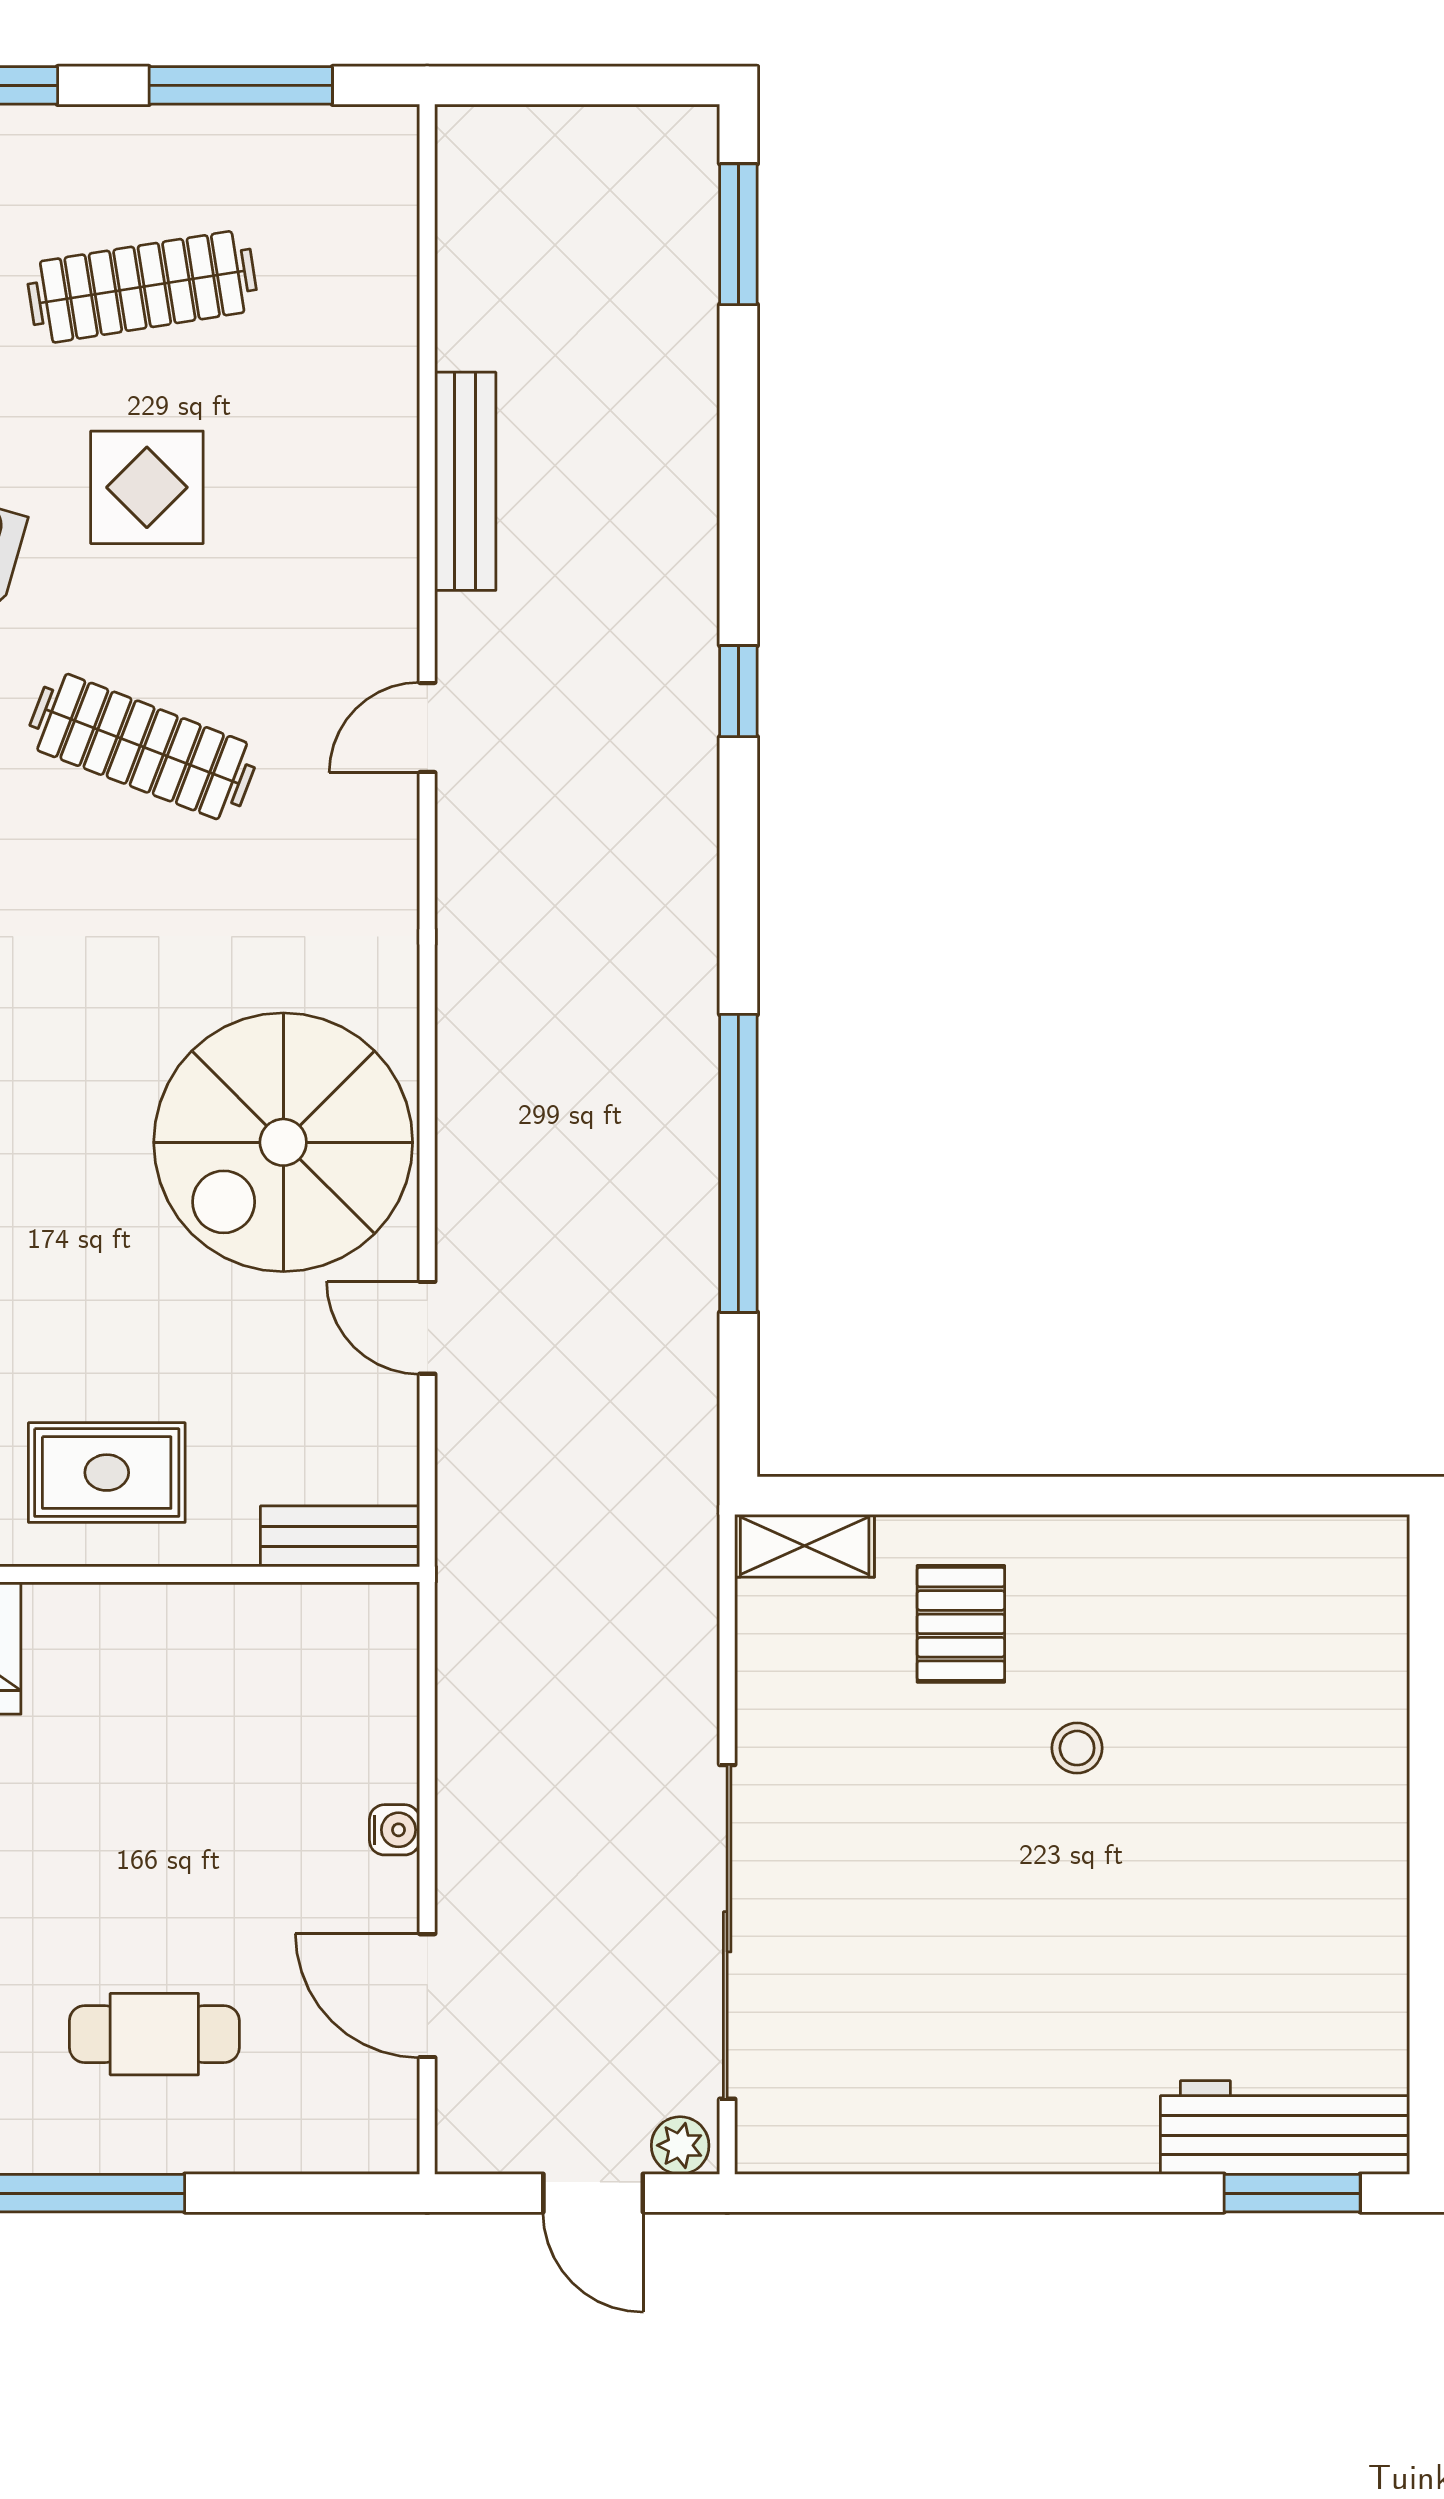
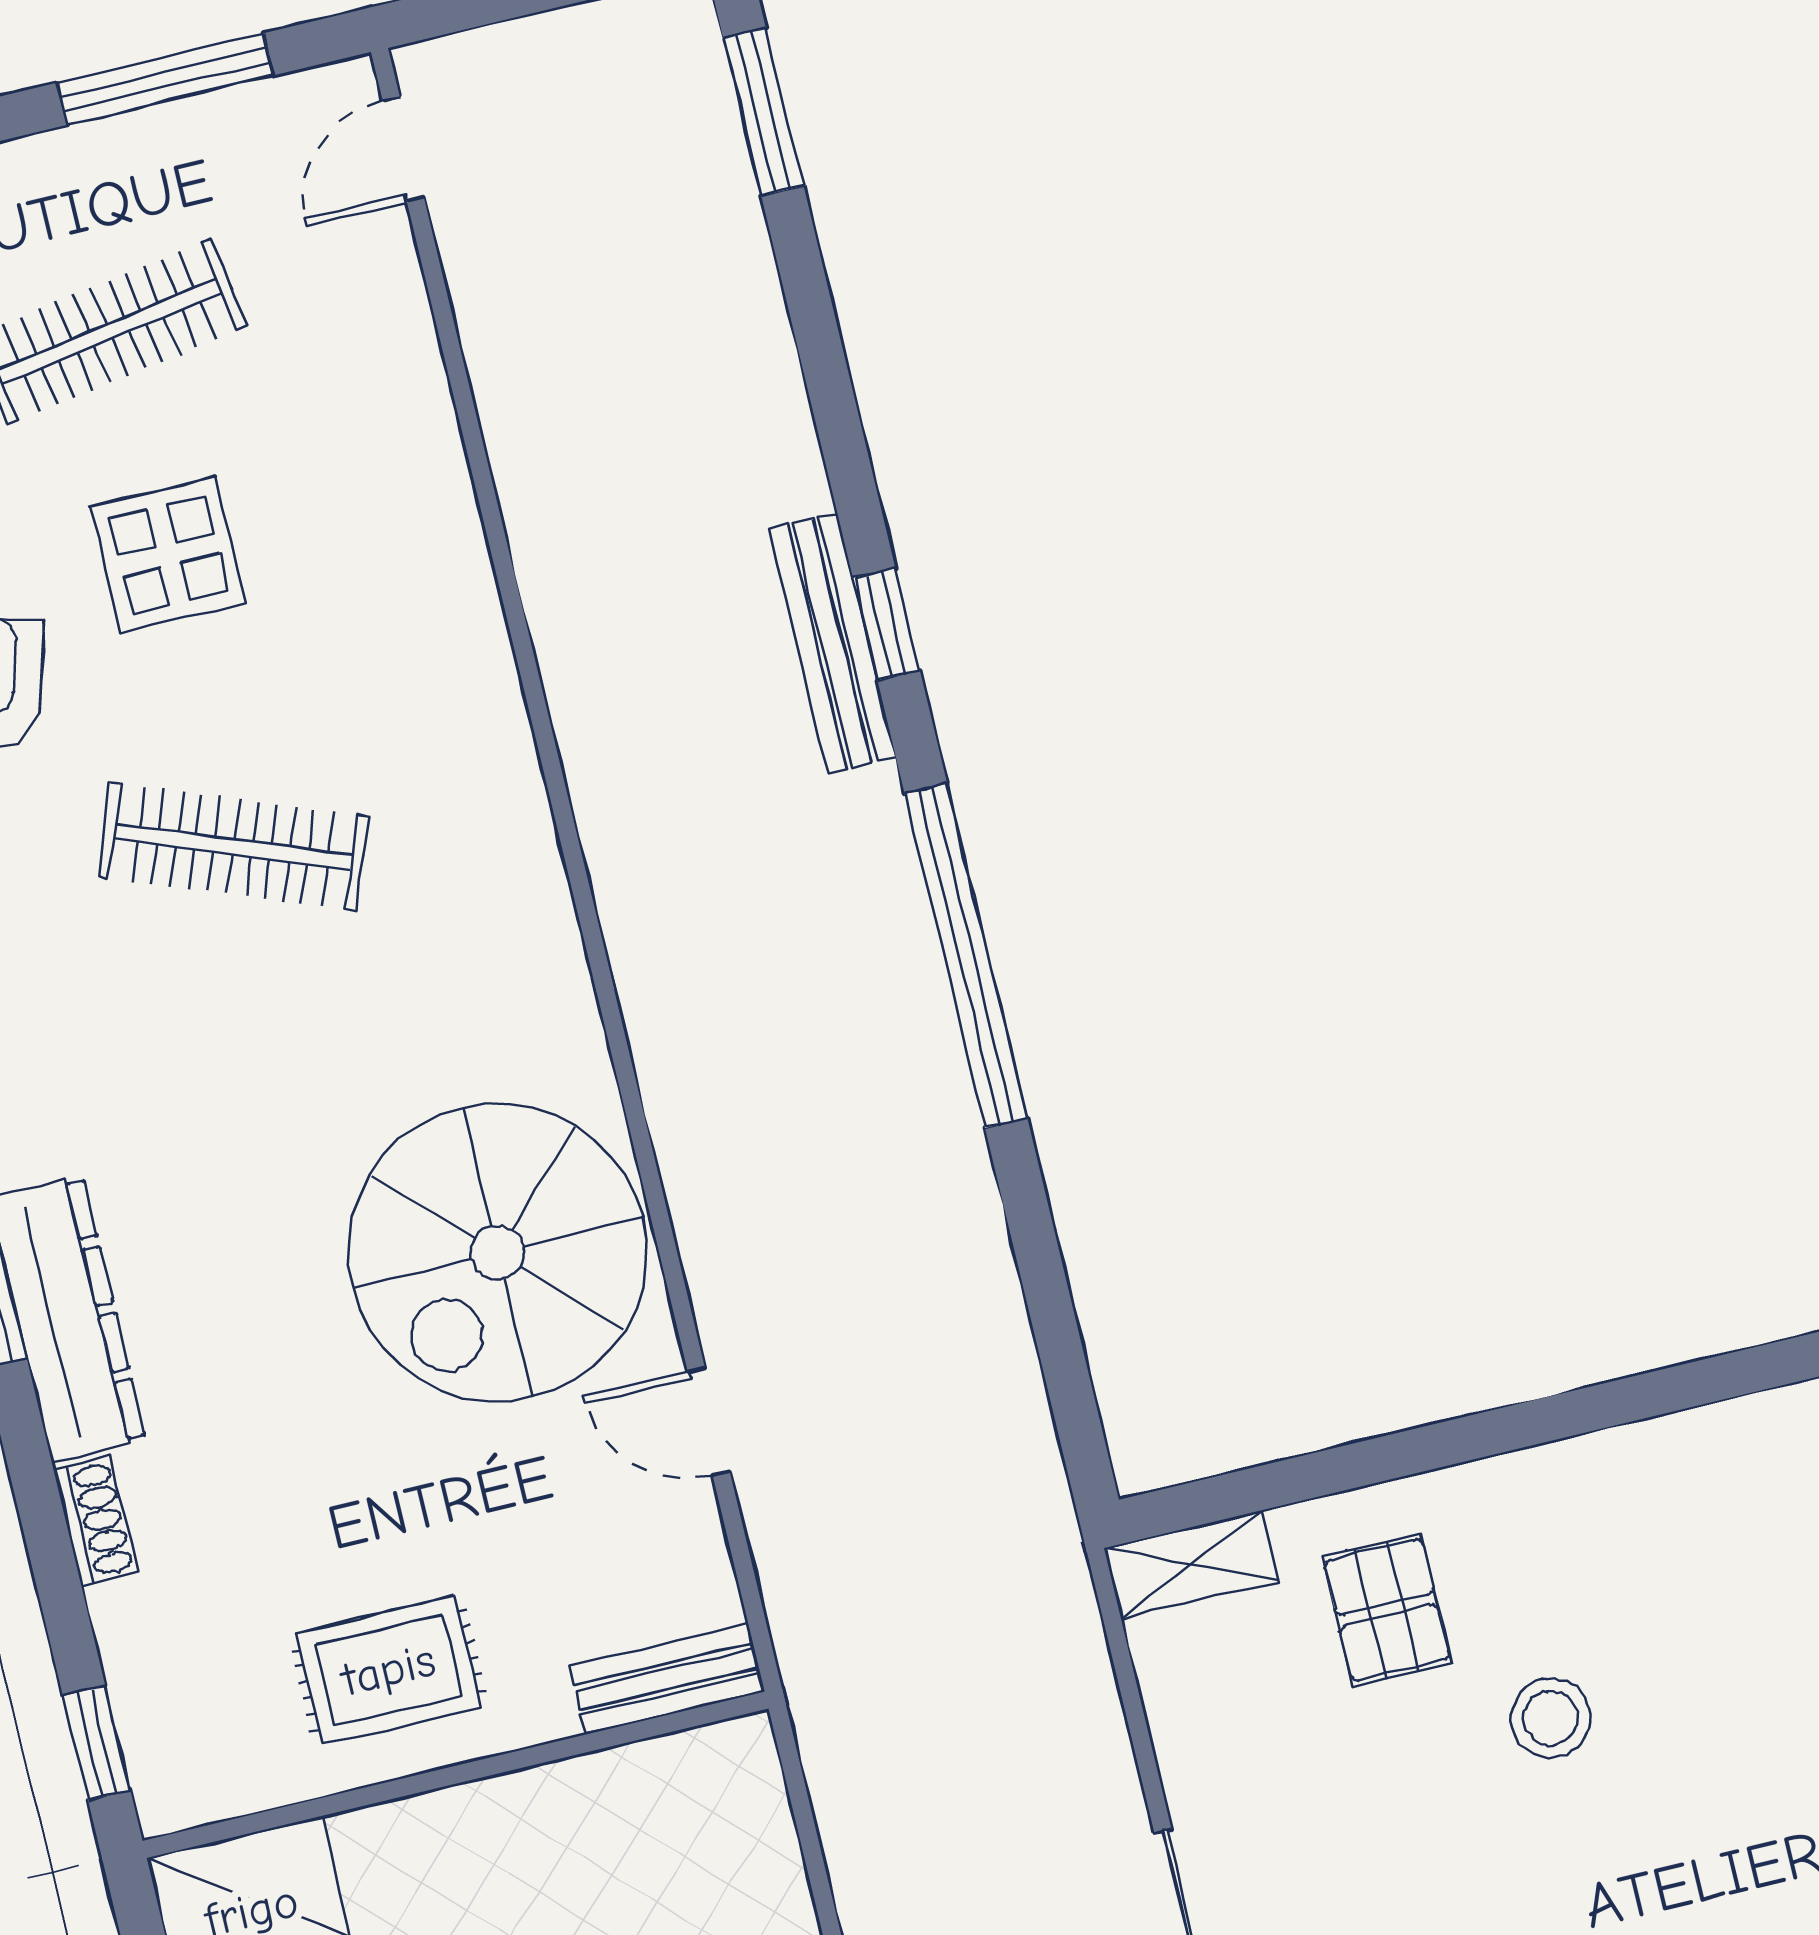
bench: (465, 481) -> (832, 643), moved
door: (427, 728) -> (403, 149), moved
window: (738, 1163) -> (966, 956), moved
stool: (1077, 1748) -> (1551, 1718), width x1.37, depth x1.37

